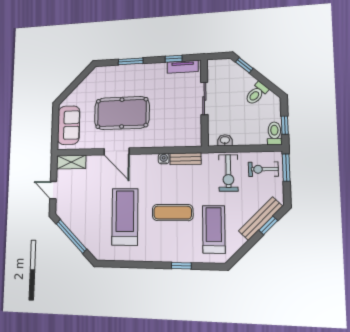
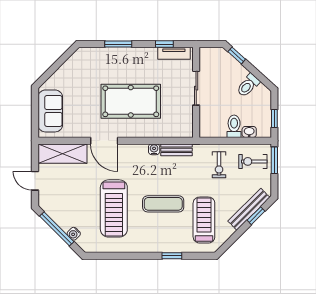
pool table: (122, 113) -> (131, 101), moved
toilet: (274, 133) -> (234, 126), moved
washbasin: (225, 140) -> (249, 132), moved
shelving: (71, 162) -> (62, 154), width x1.50, depth x1.33
exercise bike: (228, 173) -> (219, 165), width x0.73, depth x0.72
treadmill: (125, 217) -> (114, 208), turned 180
water cooler: (87, 241) -> (74, 234), added

